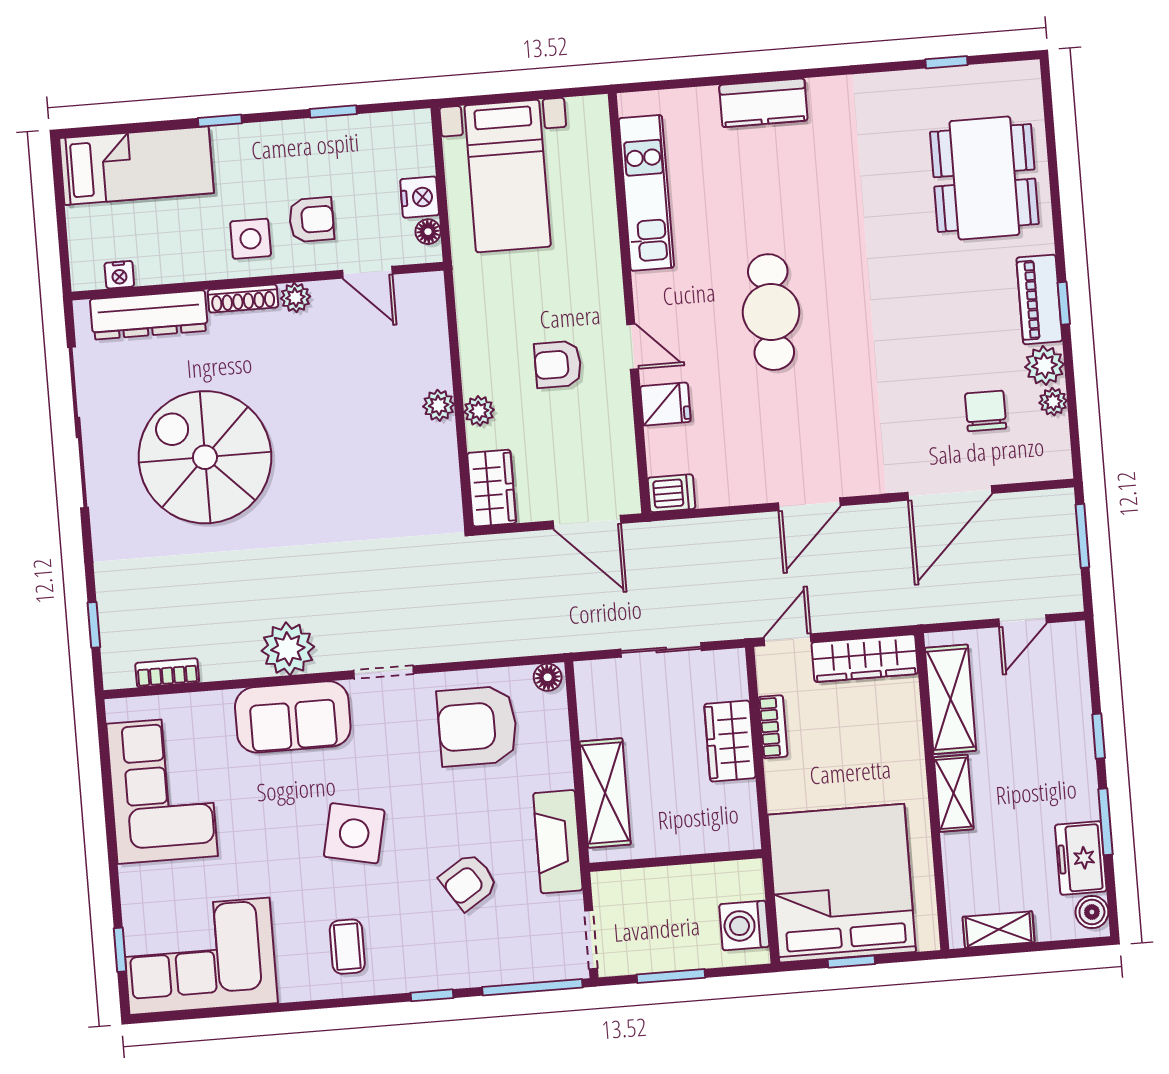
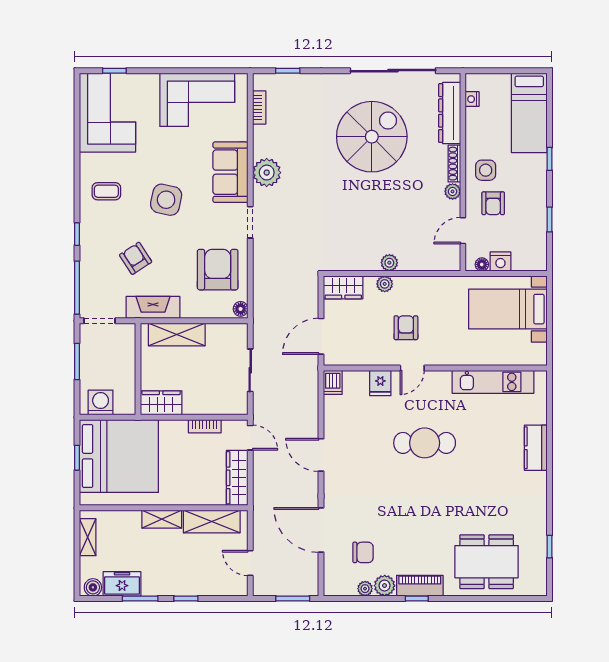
wardrobe: (730, 741) -> (161, 403), moved

